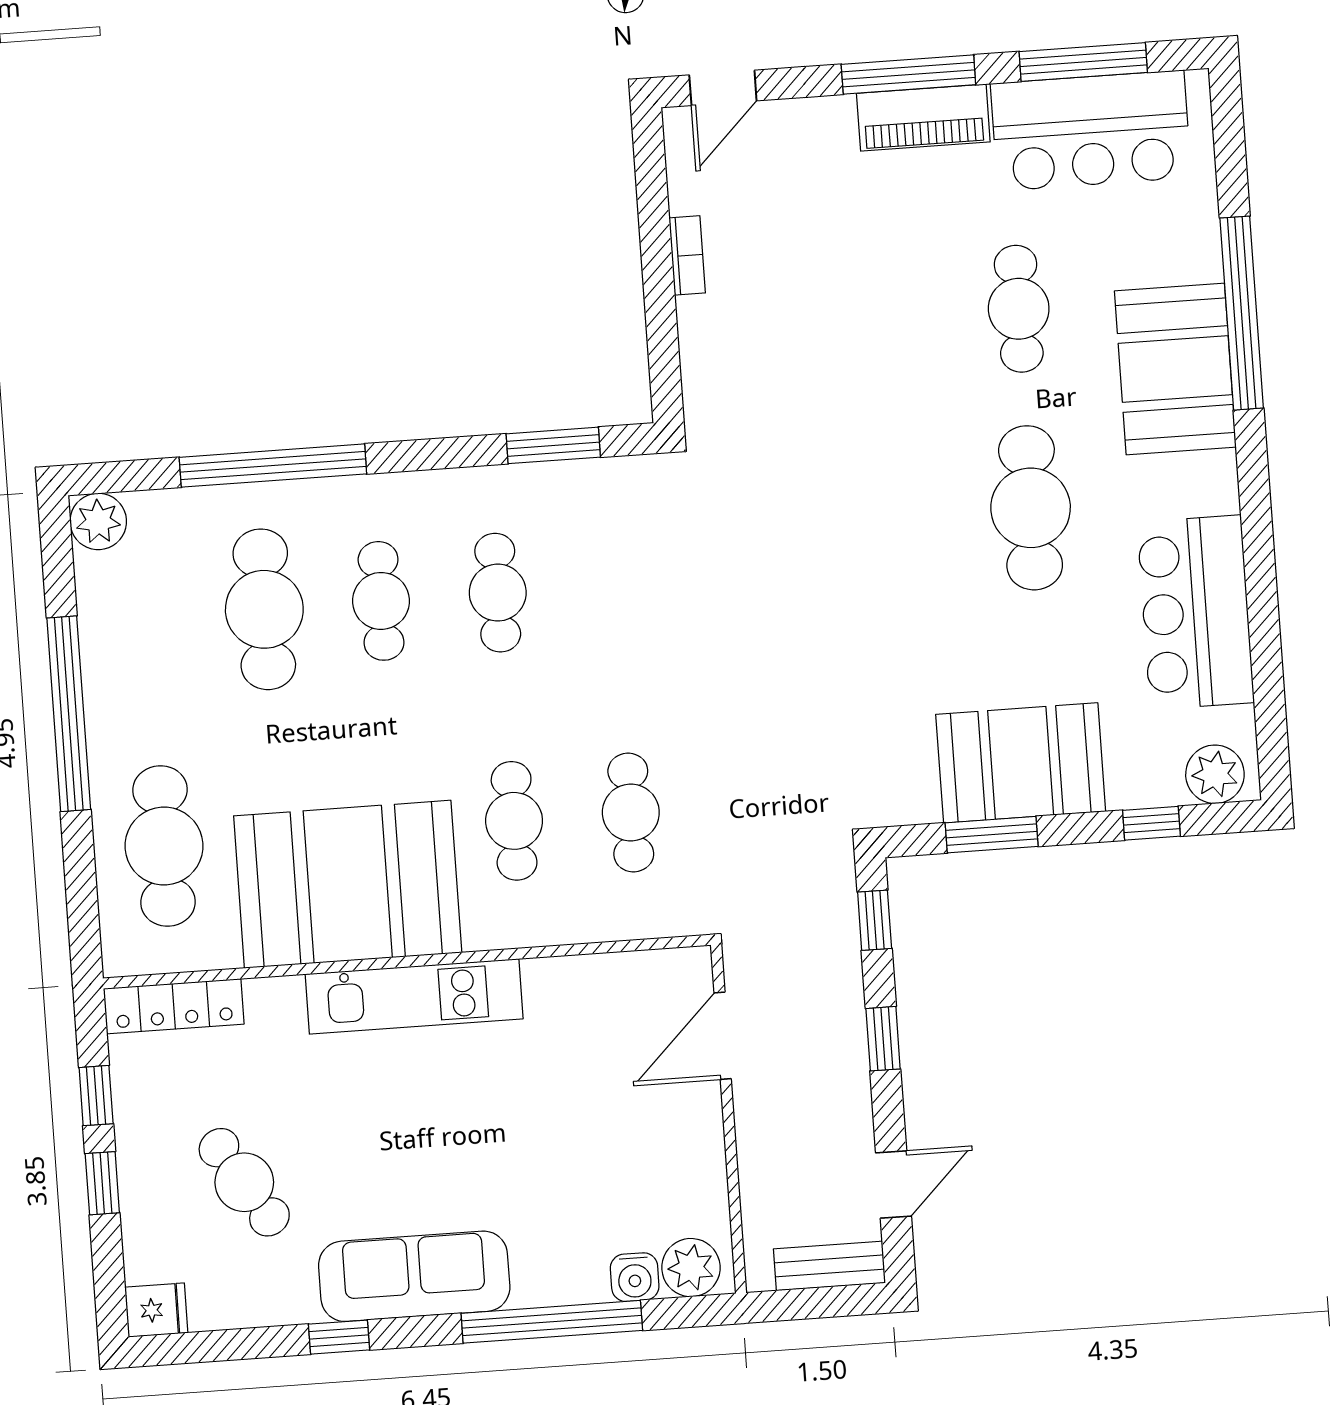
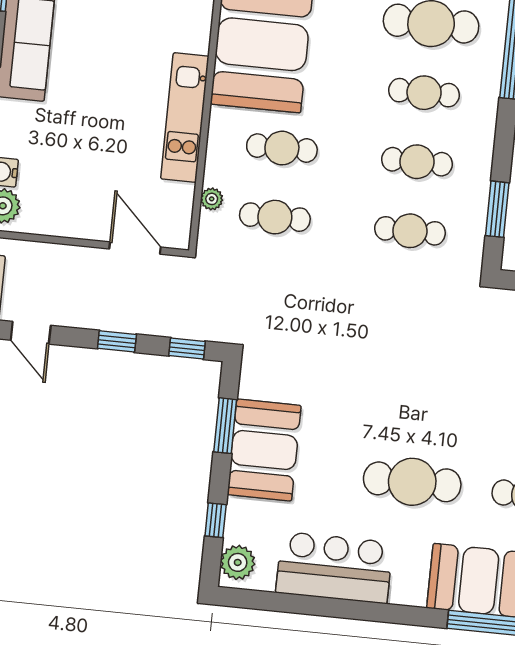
cafe table: (614, 584) -> (410, 231), added
plant: (619, 923) -> (212, 199), added
kitchen unit: (414, 996) -> (185, 118), moved

